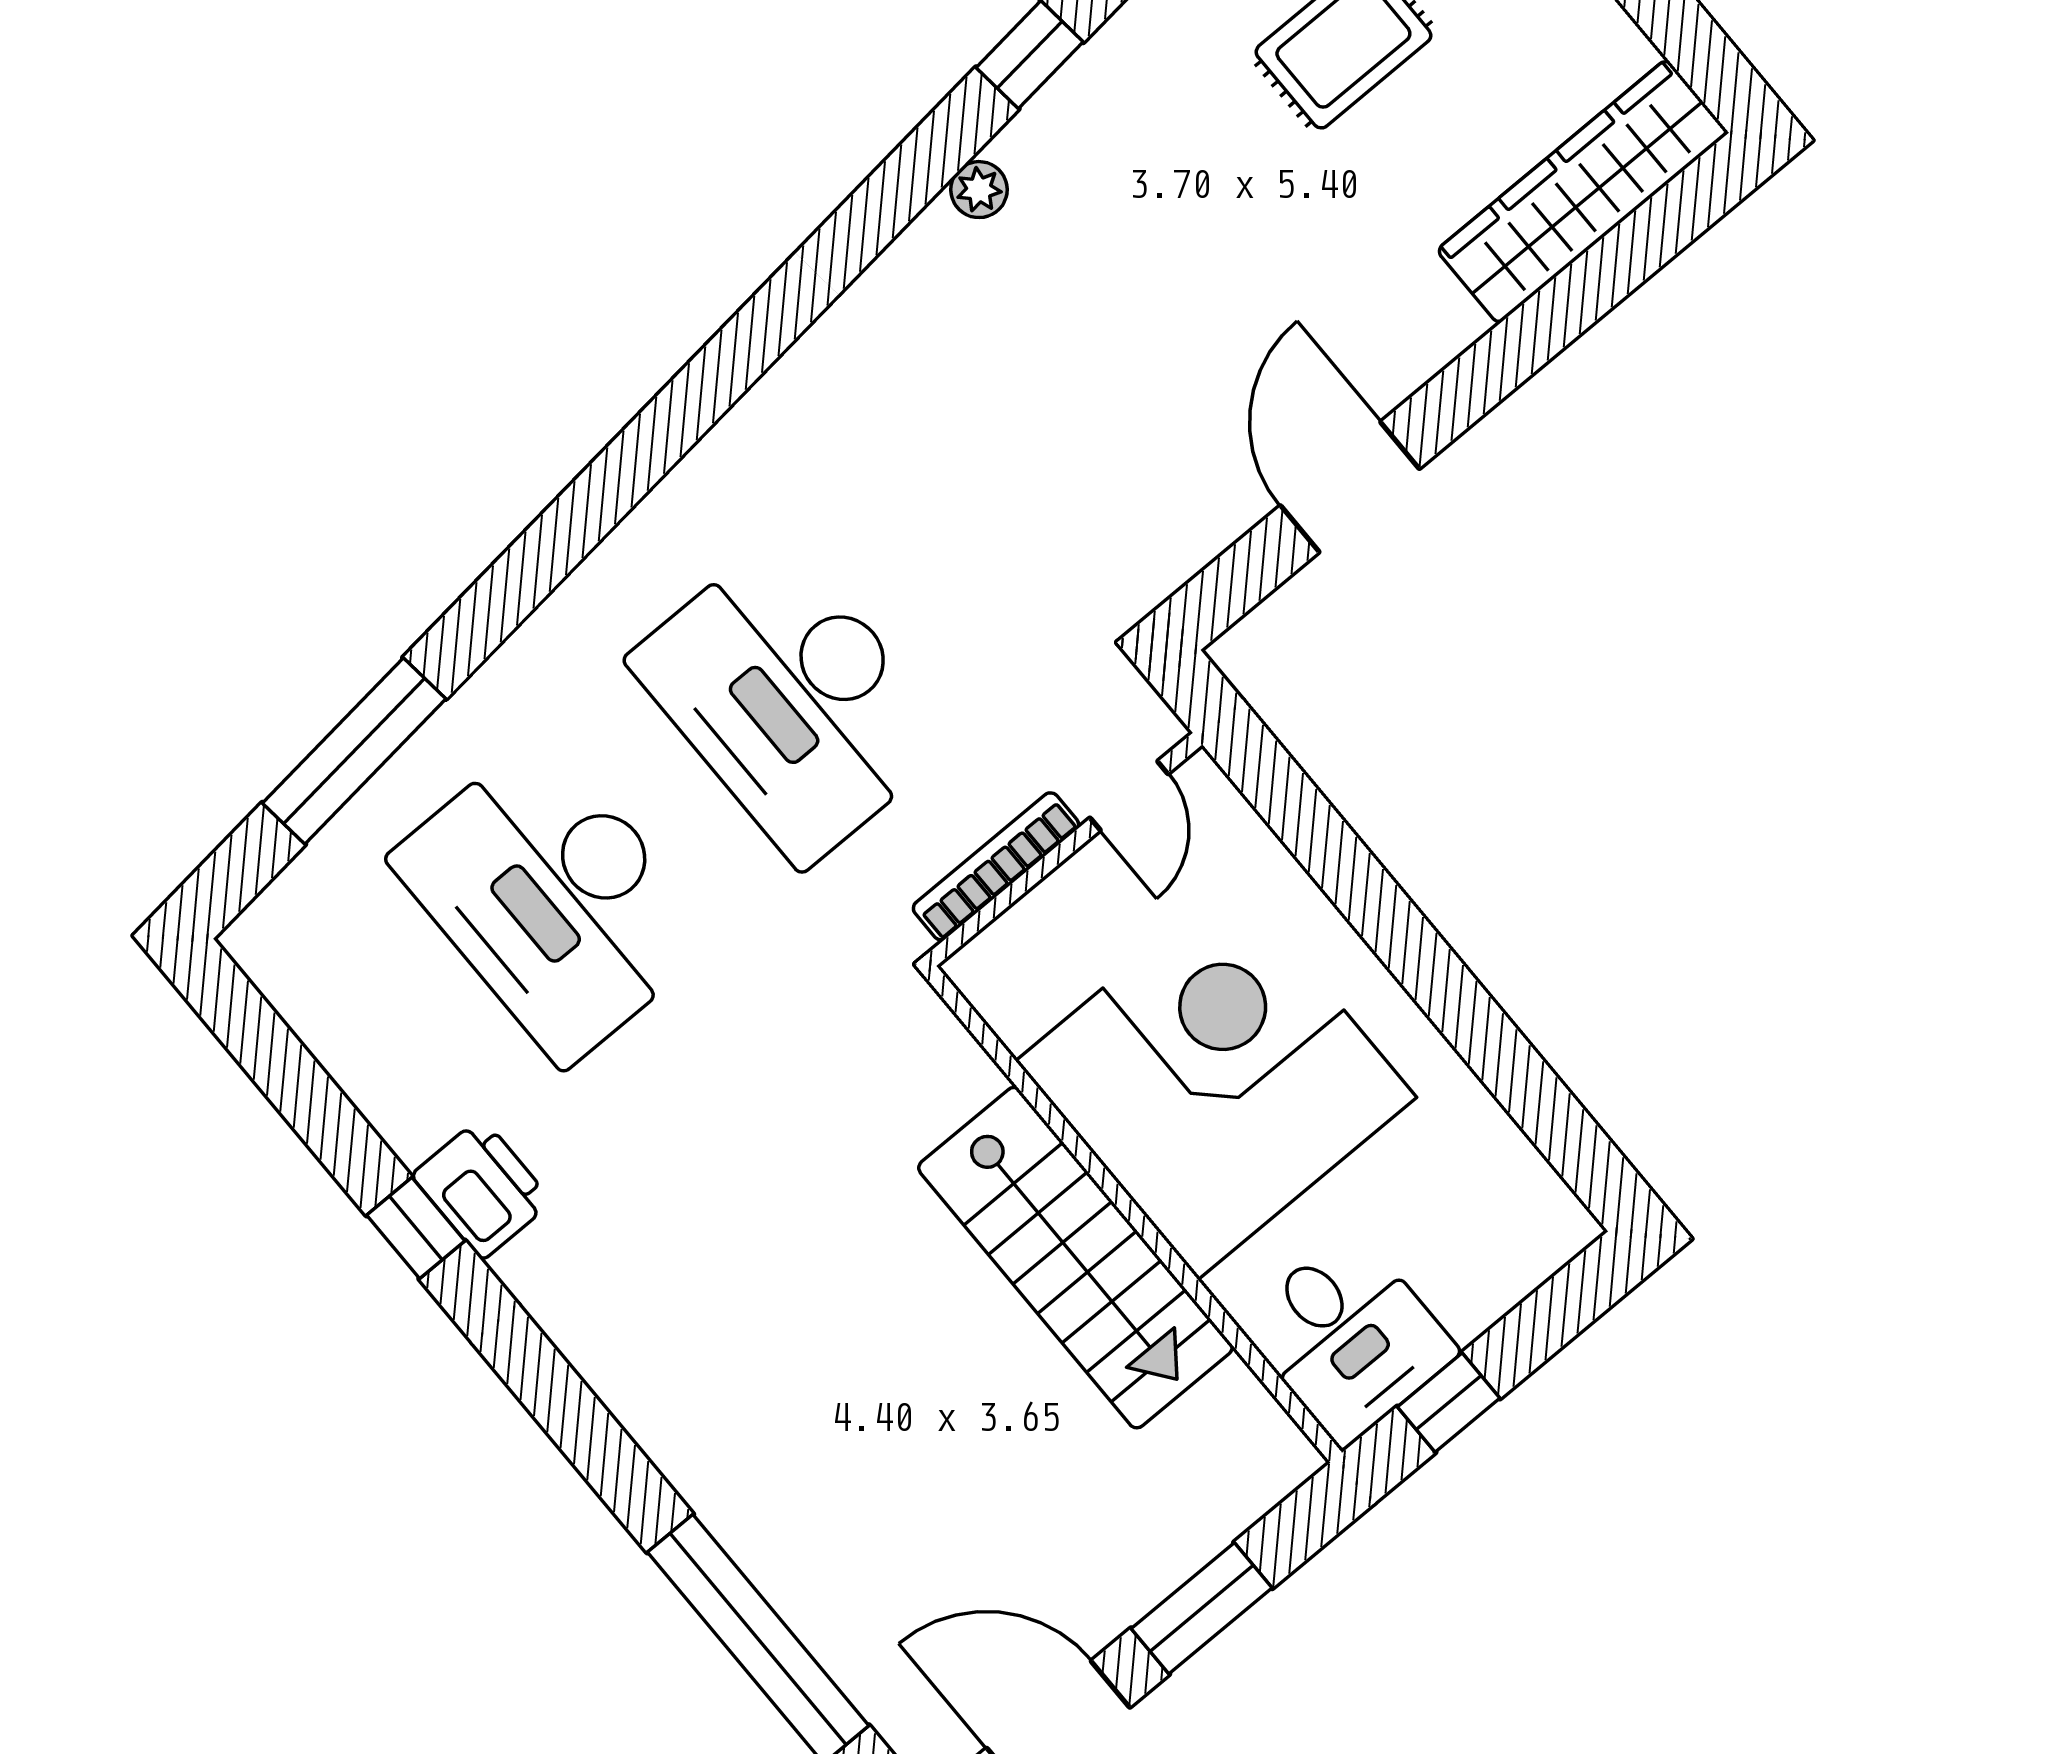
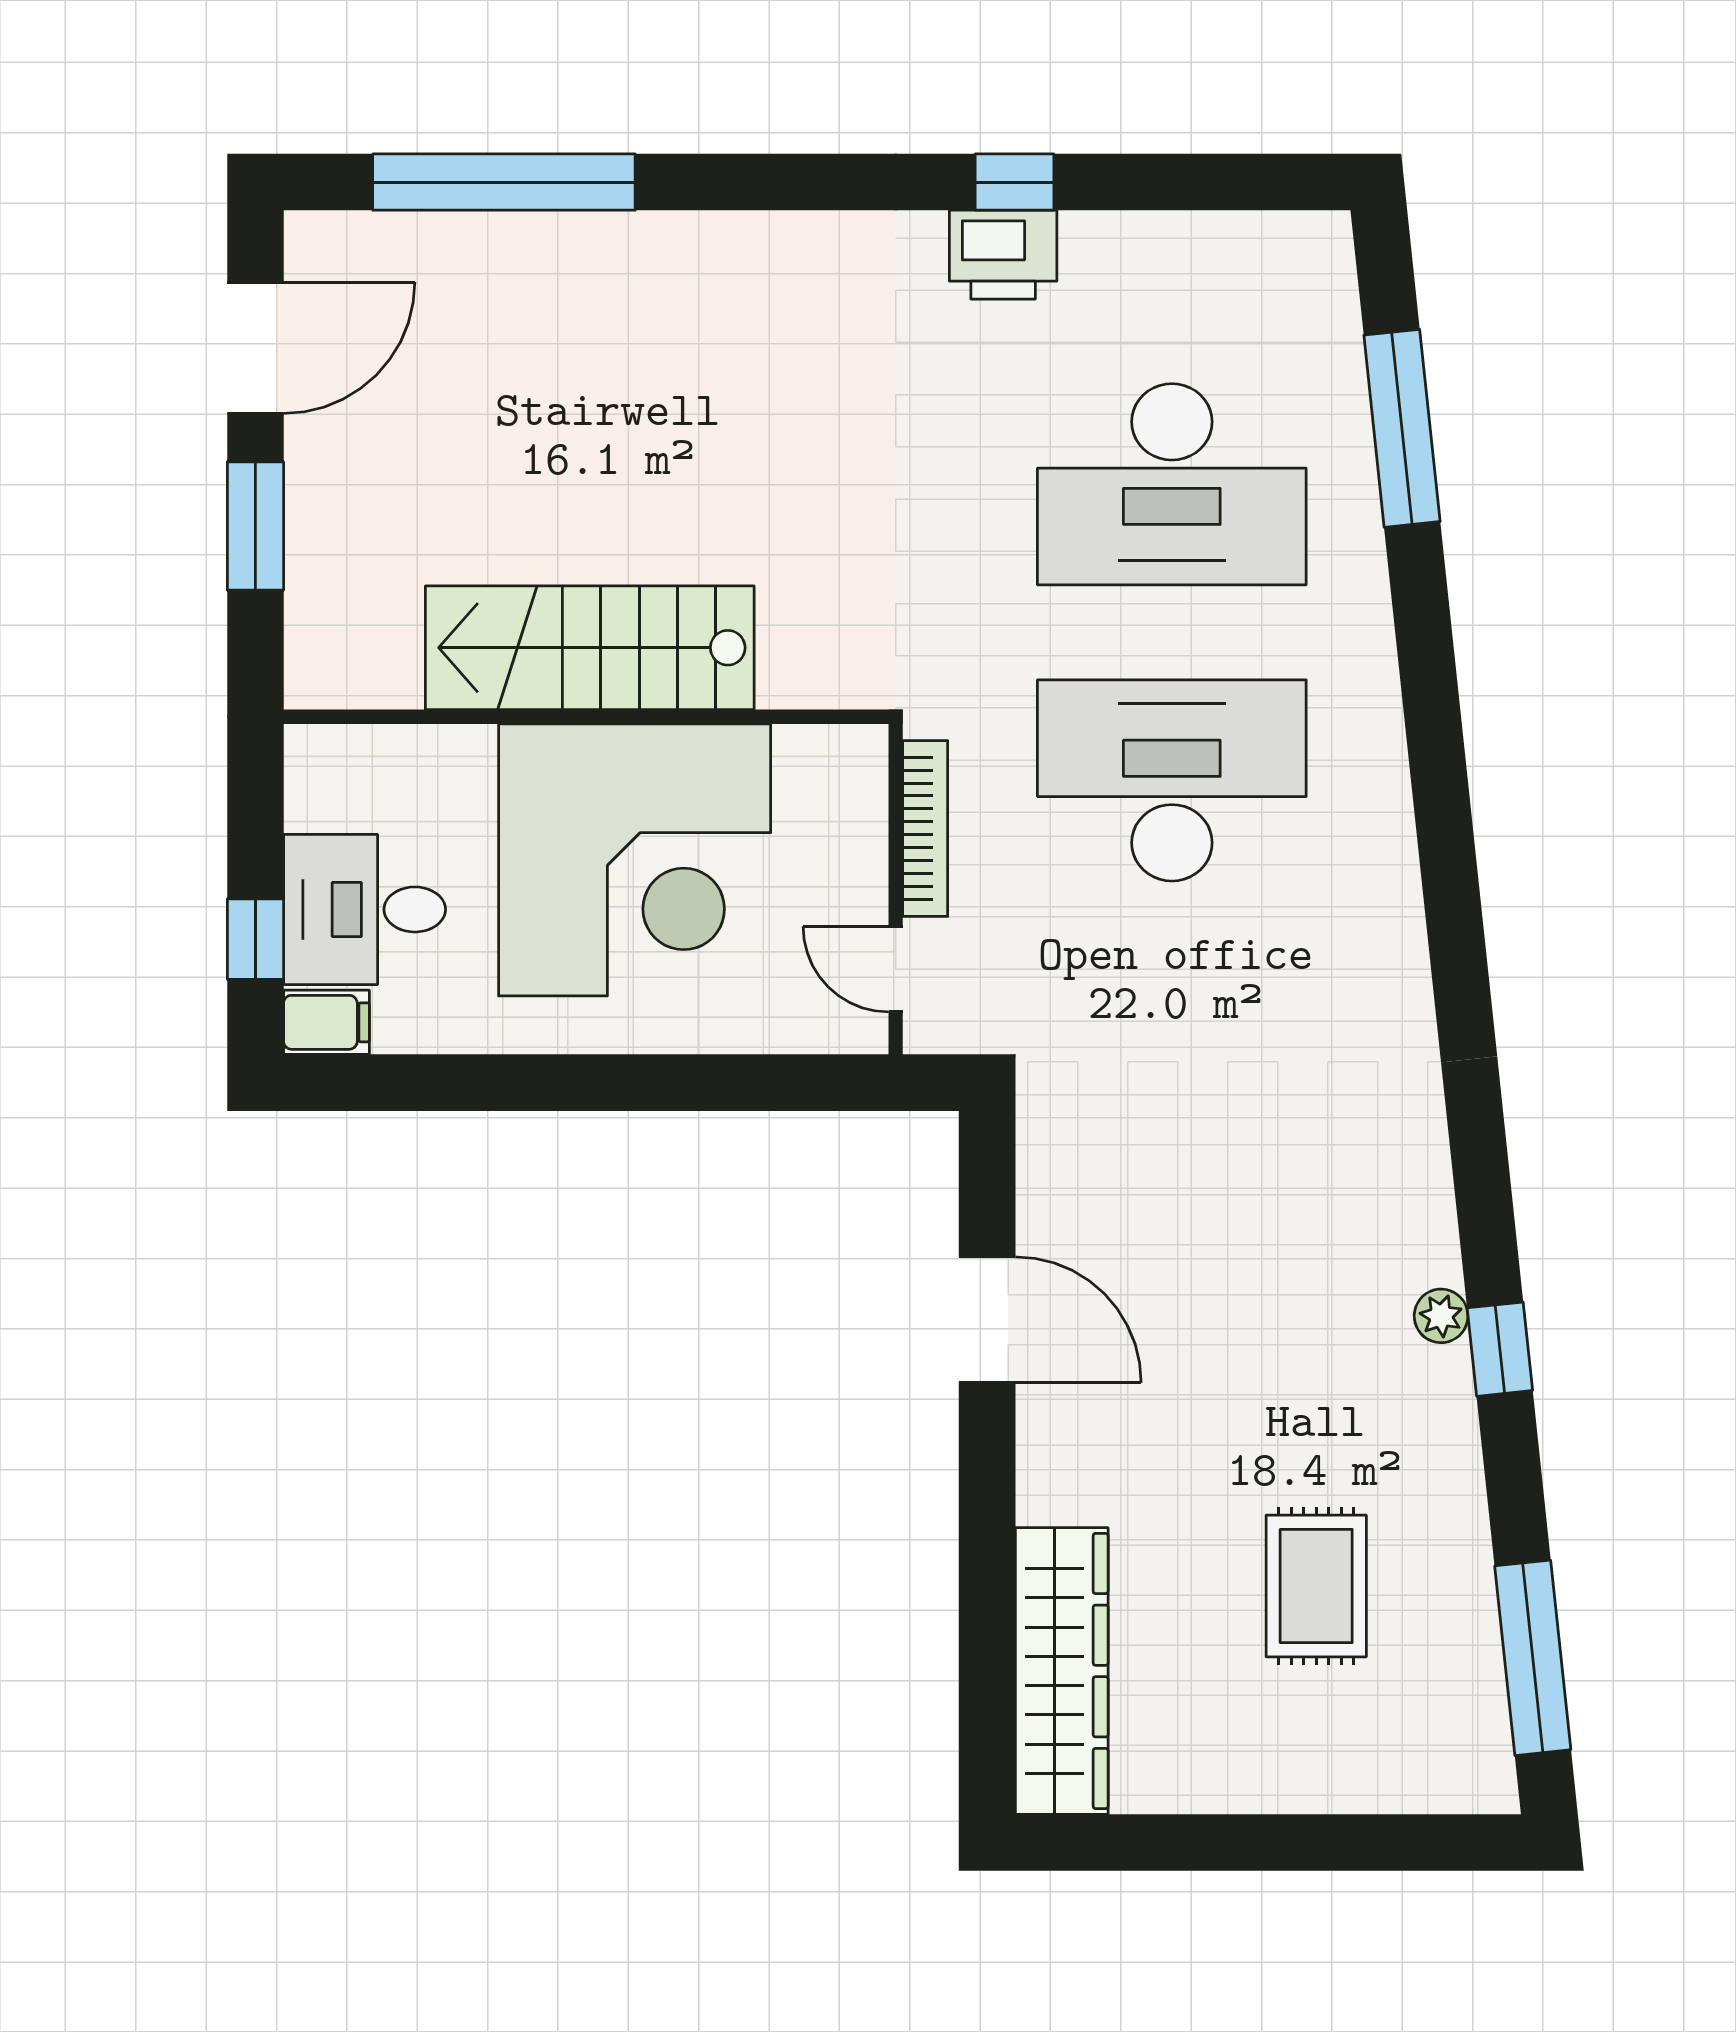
plant: (979, 190) -> (1441, 1316), moved
desk: (553, 899) -> (1172, 484), turned 180
filing cabinet: (1554, 1218) -> (326, 1022), added
desk: (1348, 1337) -> (365, 909), moved
window: (1449, 1402) -> (255, 939), moved

